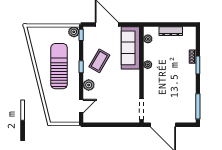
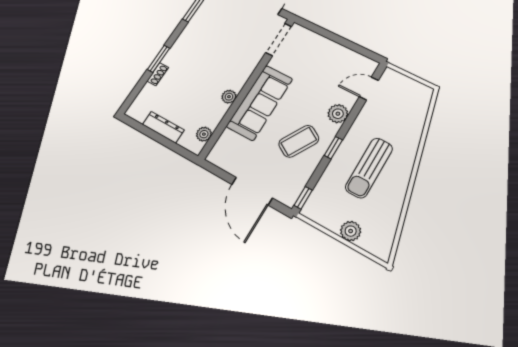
plant: (74, 32) -> (351, 231), moved
sofa: (130, 48) -> (260, 103), moved
sun lounger: (59, 66) -> (369, 168), width x0.73, depth x0.75

